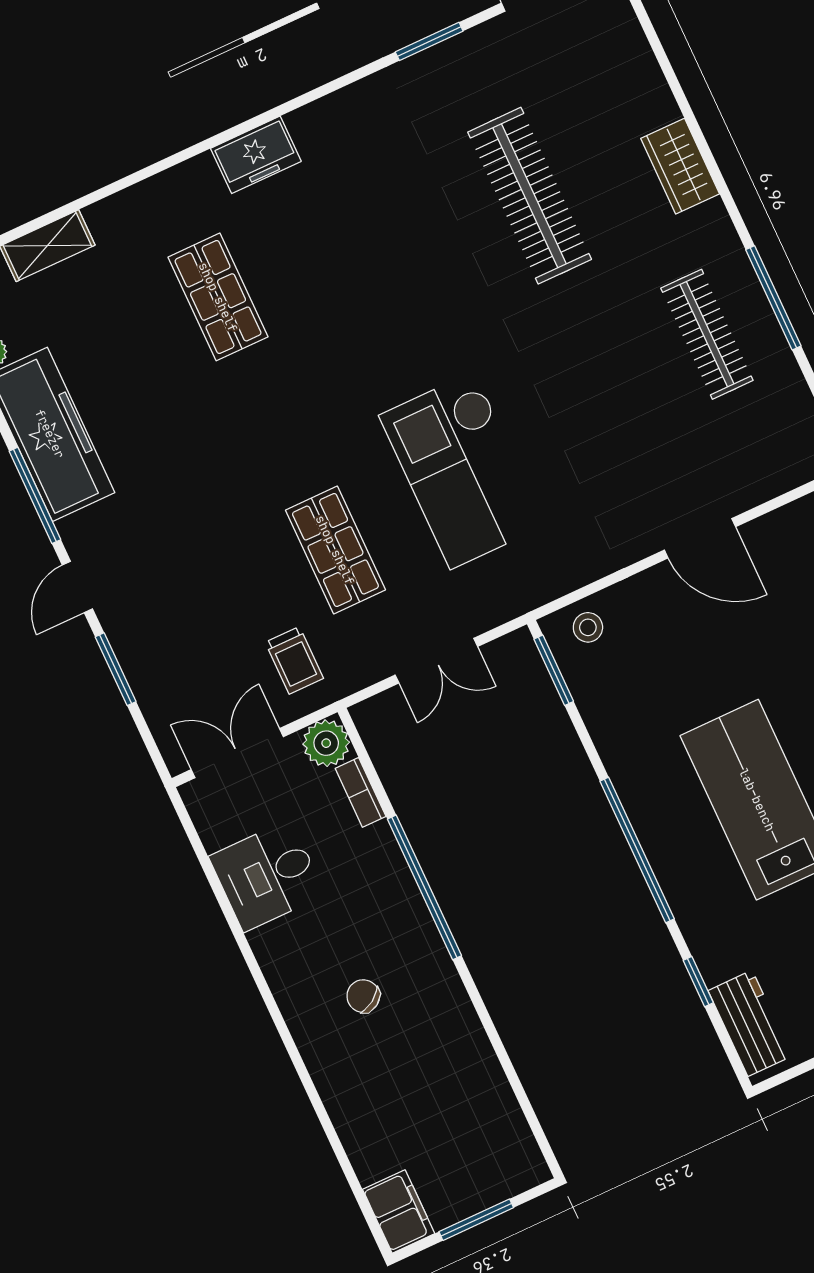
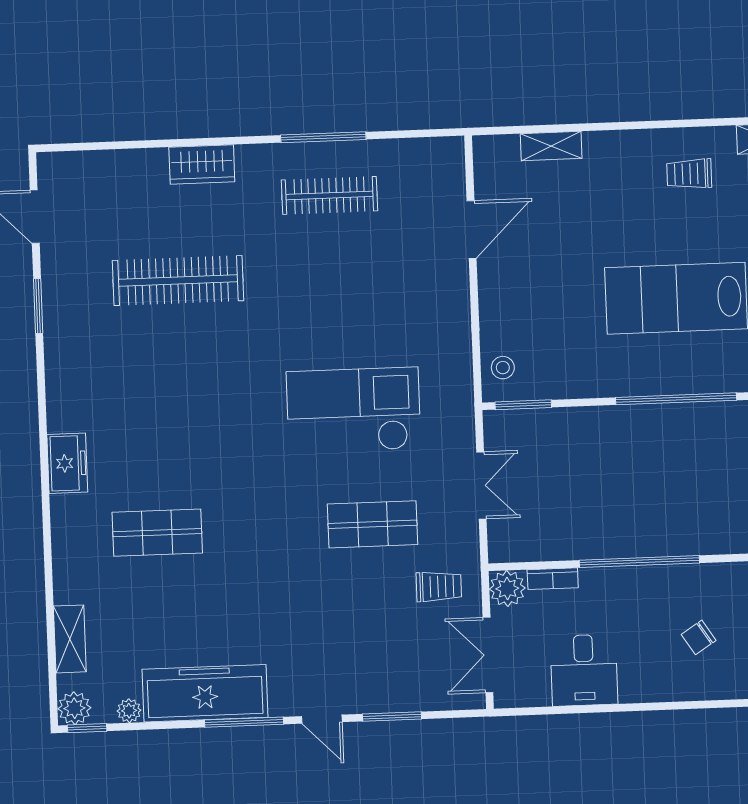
checkout: (462, 470) -> (354, 410), turned 180
door: (700, 538) -> (472, 230), moved

